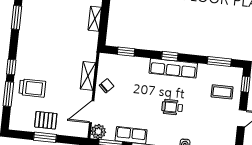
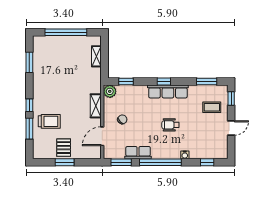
chair: (107, 86) -> (122, 119), moved
pallet: (46, 120) -> (64, 148), turned 90
plant: (98, 132) -> (110, 91), moved

